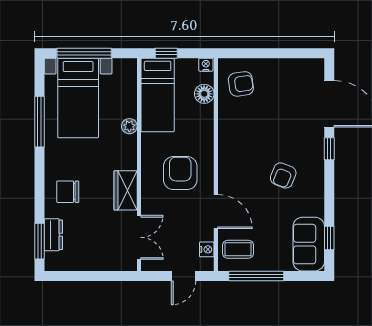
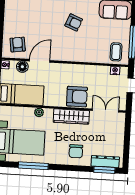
armchair: (180, 173) -> (77, 97), moved, turned 180
wardrobe: (126, 190) -> (71, 116), width x1.50
door: (216, 211) -> (40, 61), moved
dresser: (53, 235) -> (105, 162), width x1.44

